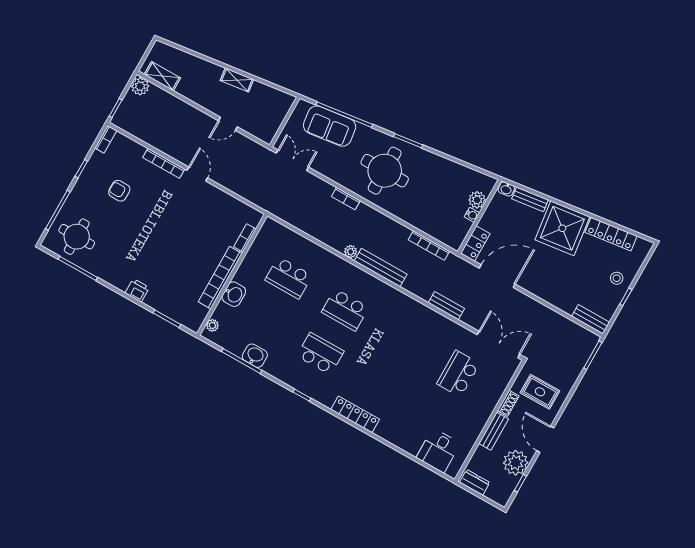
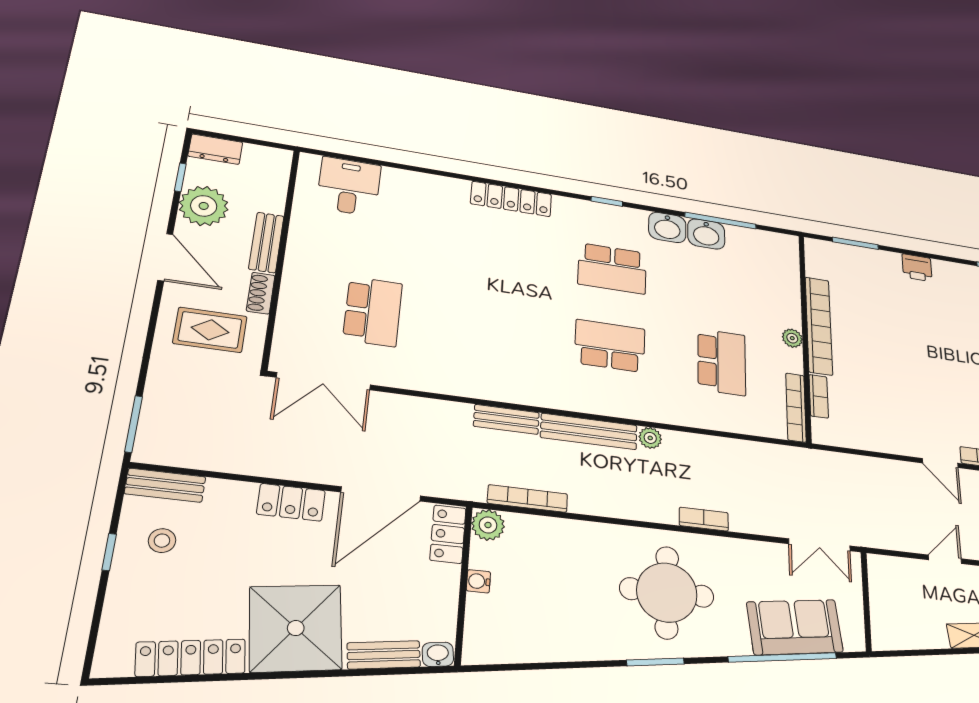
plant: (477, 200) -> (488, 525), moved
bookcase: (262, 237) -> (796, 407), added
school desk: (289, 278) -> (722, 362), turned 90
stool: (617, 278) -> (162, 541), moved
locker: (539, 289) -> (291, 502), added
washbasin: (234, 294) -> (667, 227), moved, turned -90
bench: (446, 306) -> (506, 419), moved
plant: (212, 325) -> (792, 338), moved
dresser: (475, 482) -> (215, 149), moved

